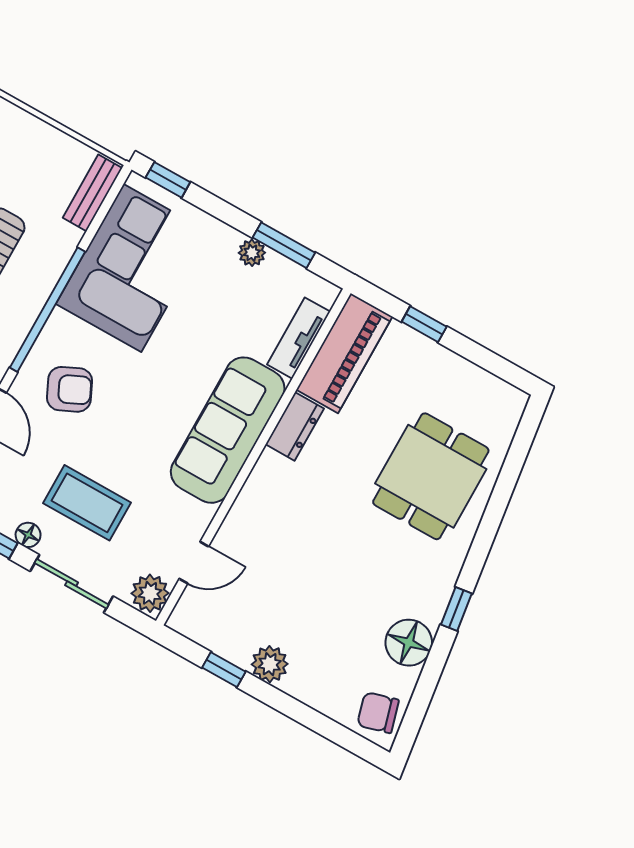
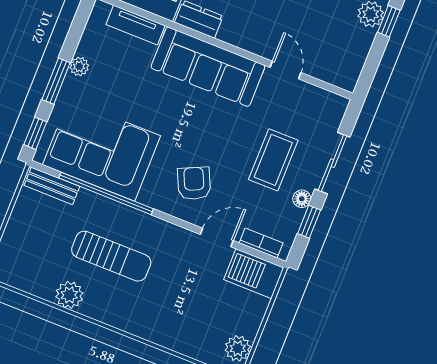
window: (284, 245) -> (56, 81), moved
window: (47, 310) -> (106, 193), moved
door: (194, 563) -> (286, 70), moved
plant: (150, 593) -> (332, 106), removed
window: (224, 670) -> (389, 21), moved

